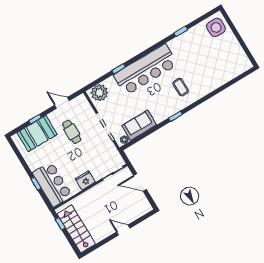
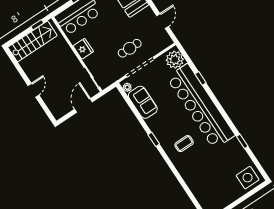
bar counter: (145, 70) -> (201, 106), width x1.36
cafe table: (72, 132) -> (130, 48), moved

